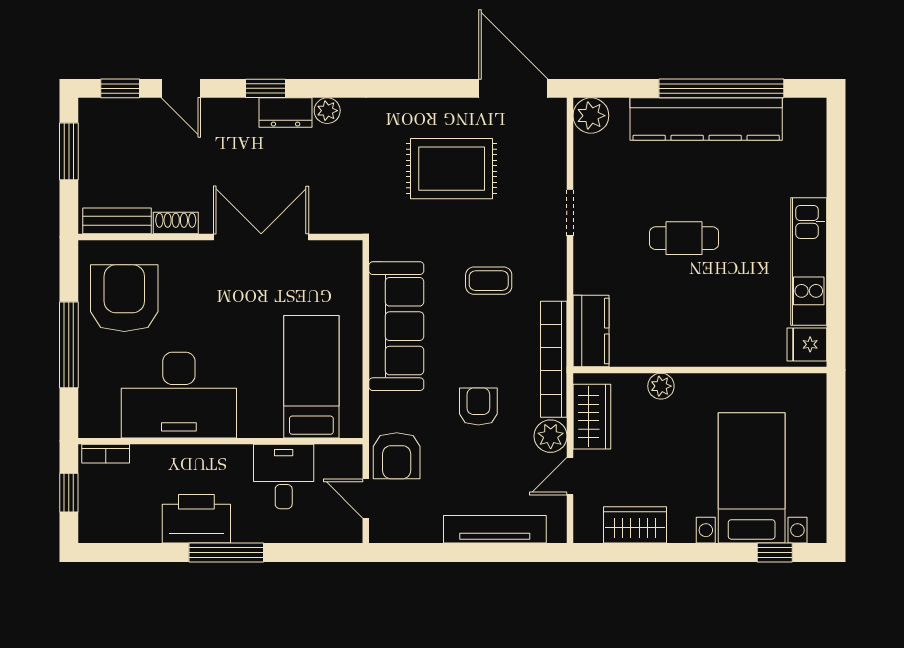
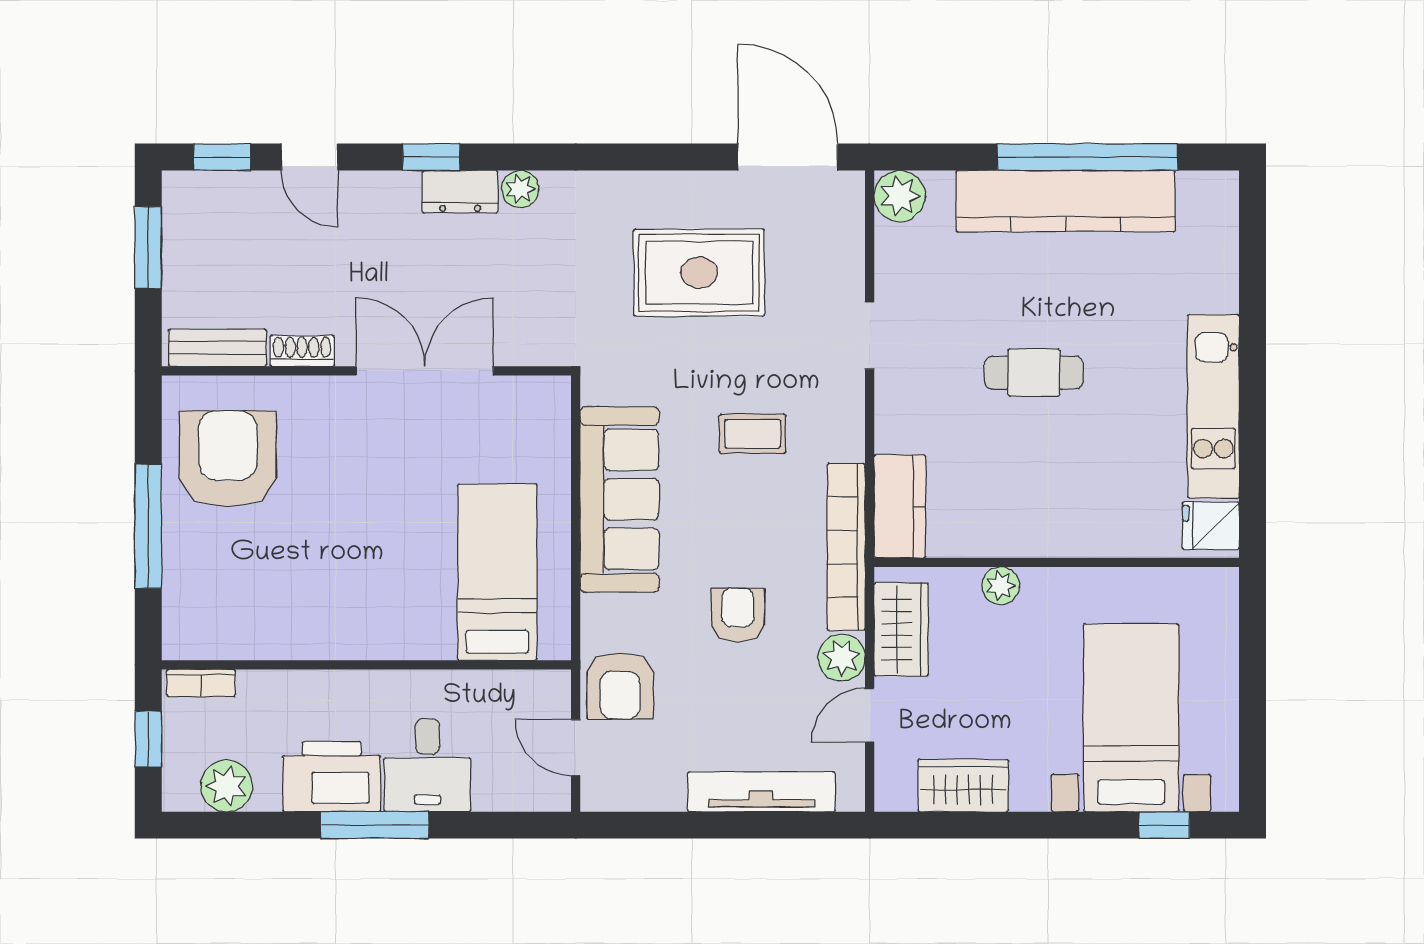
desk: (179, 395) -> (307, 598), removed
desk: (284, 477) -> (427, 765), moved, turned 180
plant: (123, 525) -> (227, 786), added

